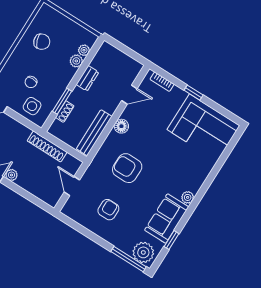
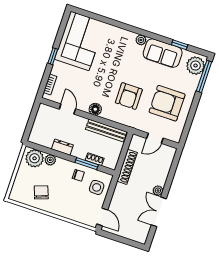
plant: (84, 50) -> (35, 158), width x1.88, depth x1.88
chair: (31, 82) -> (78, 175), moved
armchair: (108, 210) -> (167, 103), width x1.88, depth x1.88

